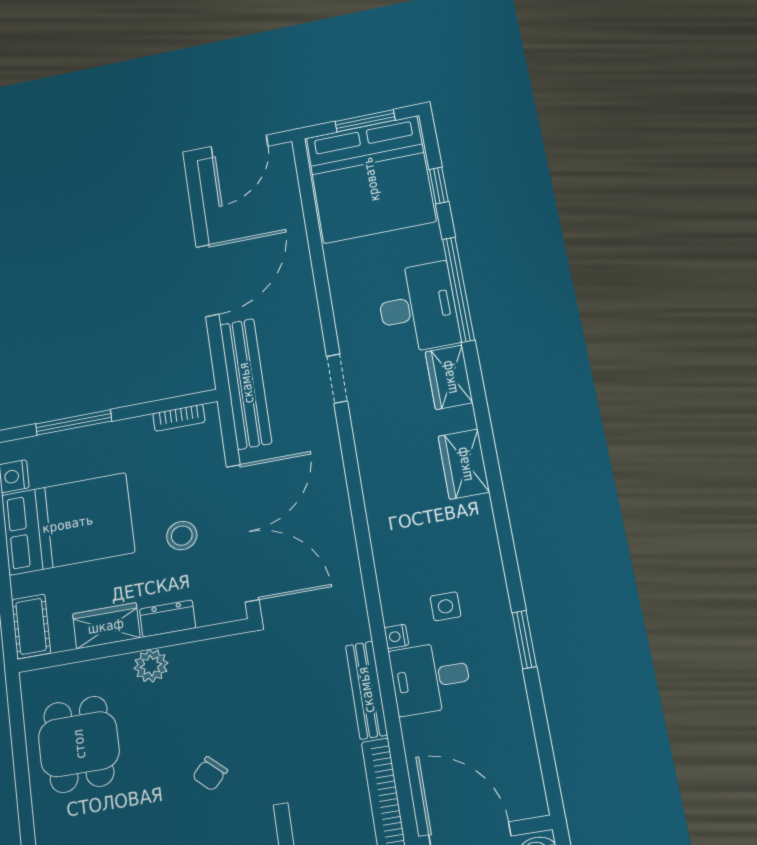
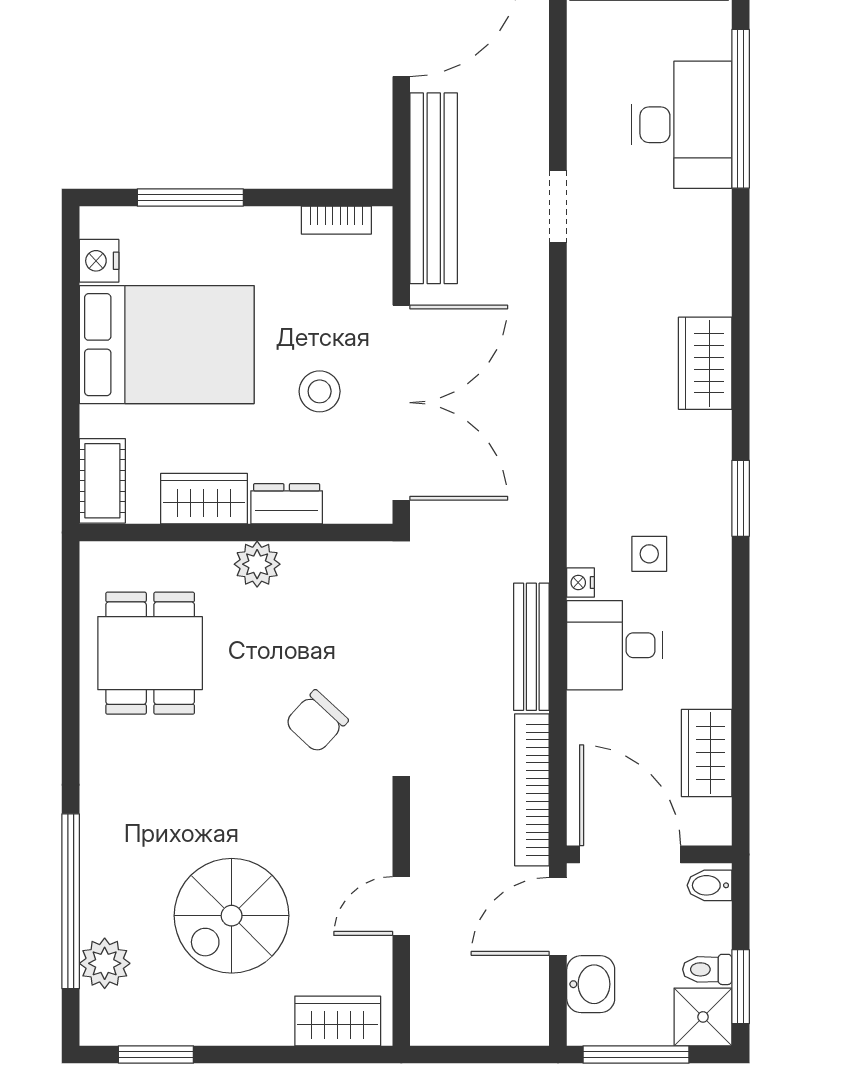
wardrobe: (449, 377) -> (707, 753), moved
window: (524, 639) -> (741, 498), moved
chair: (210, 774) -> (316, 721), width x1.37, depth x1.37

